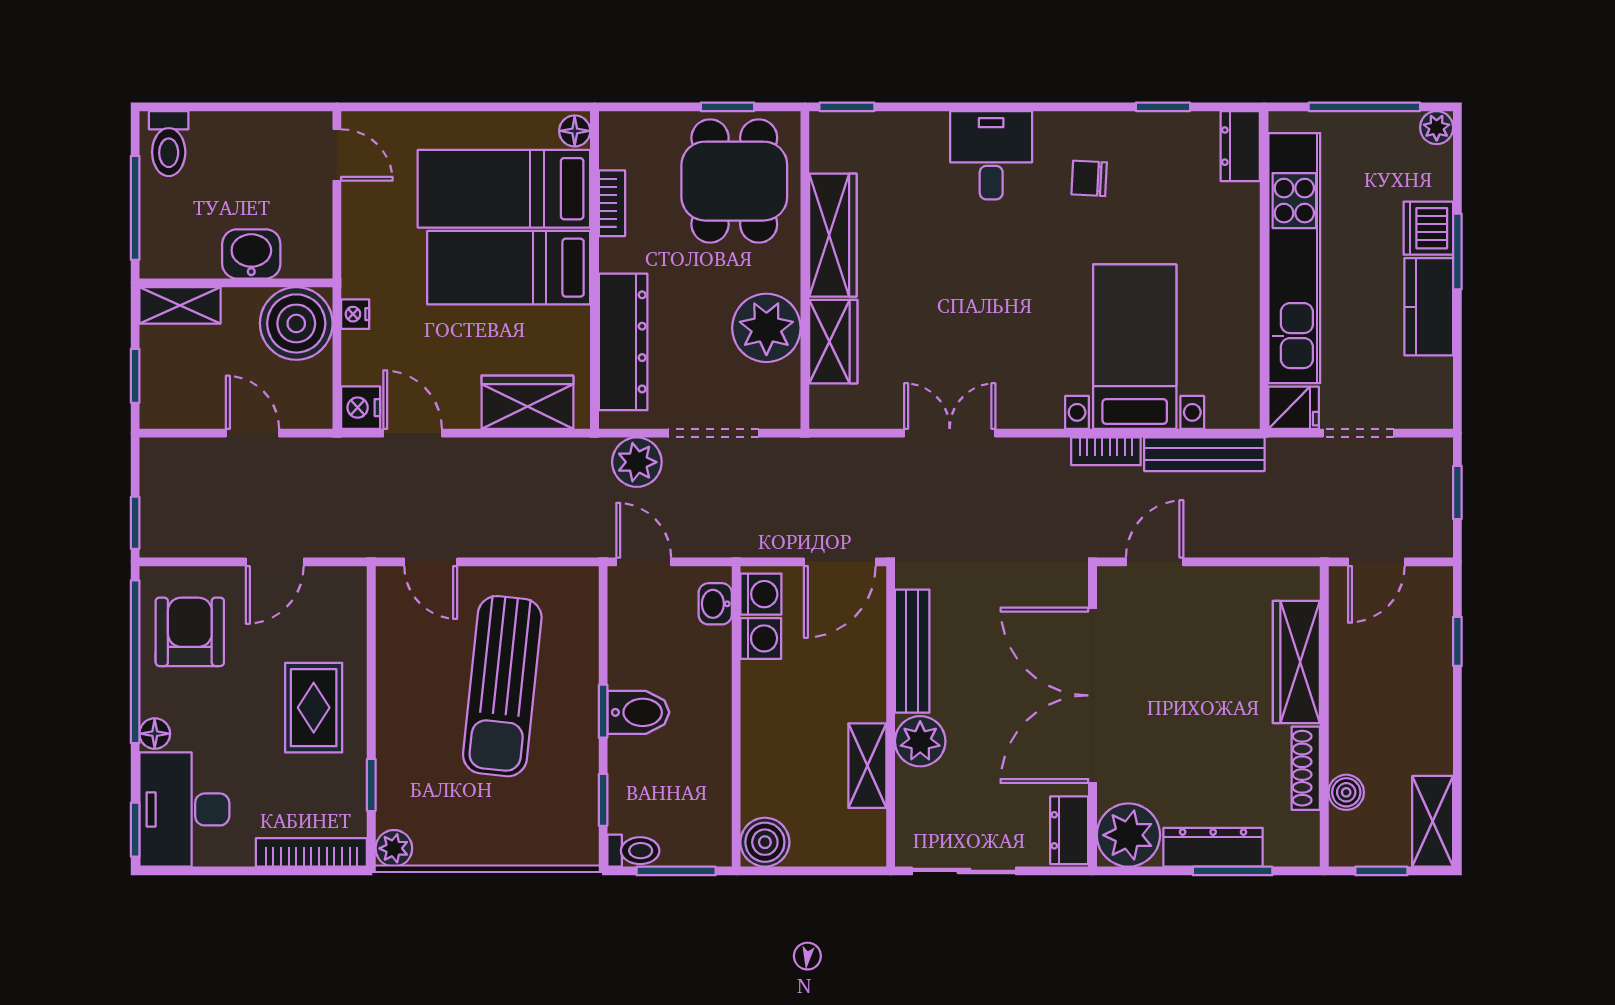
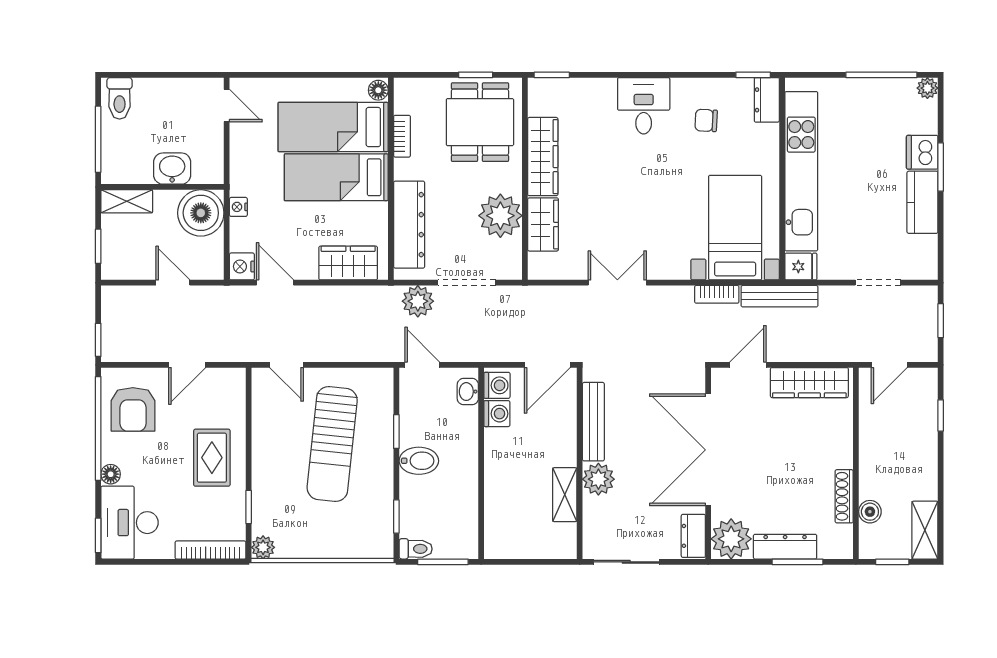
dresser: (1240, 146) -> (767, 100), moved
kitchen unit: (1294, 258) -> (801, 171), moved
wall: (1264, 270) -> (782, 179), moved
fridge: (1294, 408) -> (801, 267), moved
armchair: (190, 632) -> (133, 409), turned 180
wardrobe: (1296, 662) -> (809, 383), moved, turned -90
window: (603, 711) -> (396, 432), moved
boiler: (765, 842) -> (499, 543), removed

